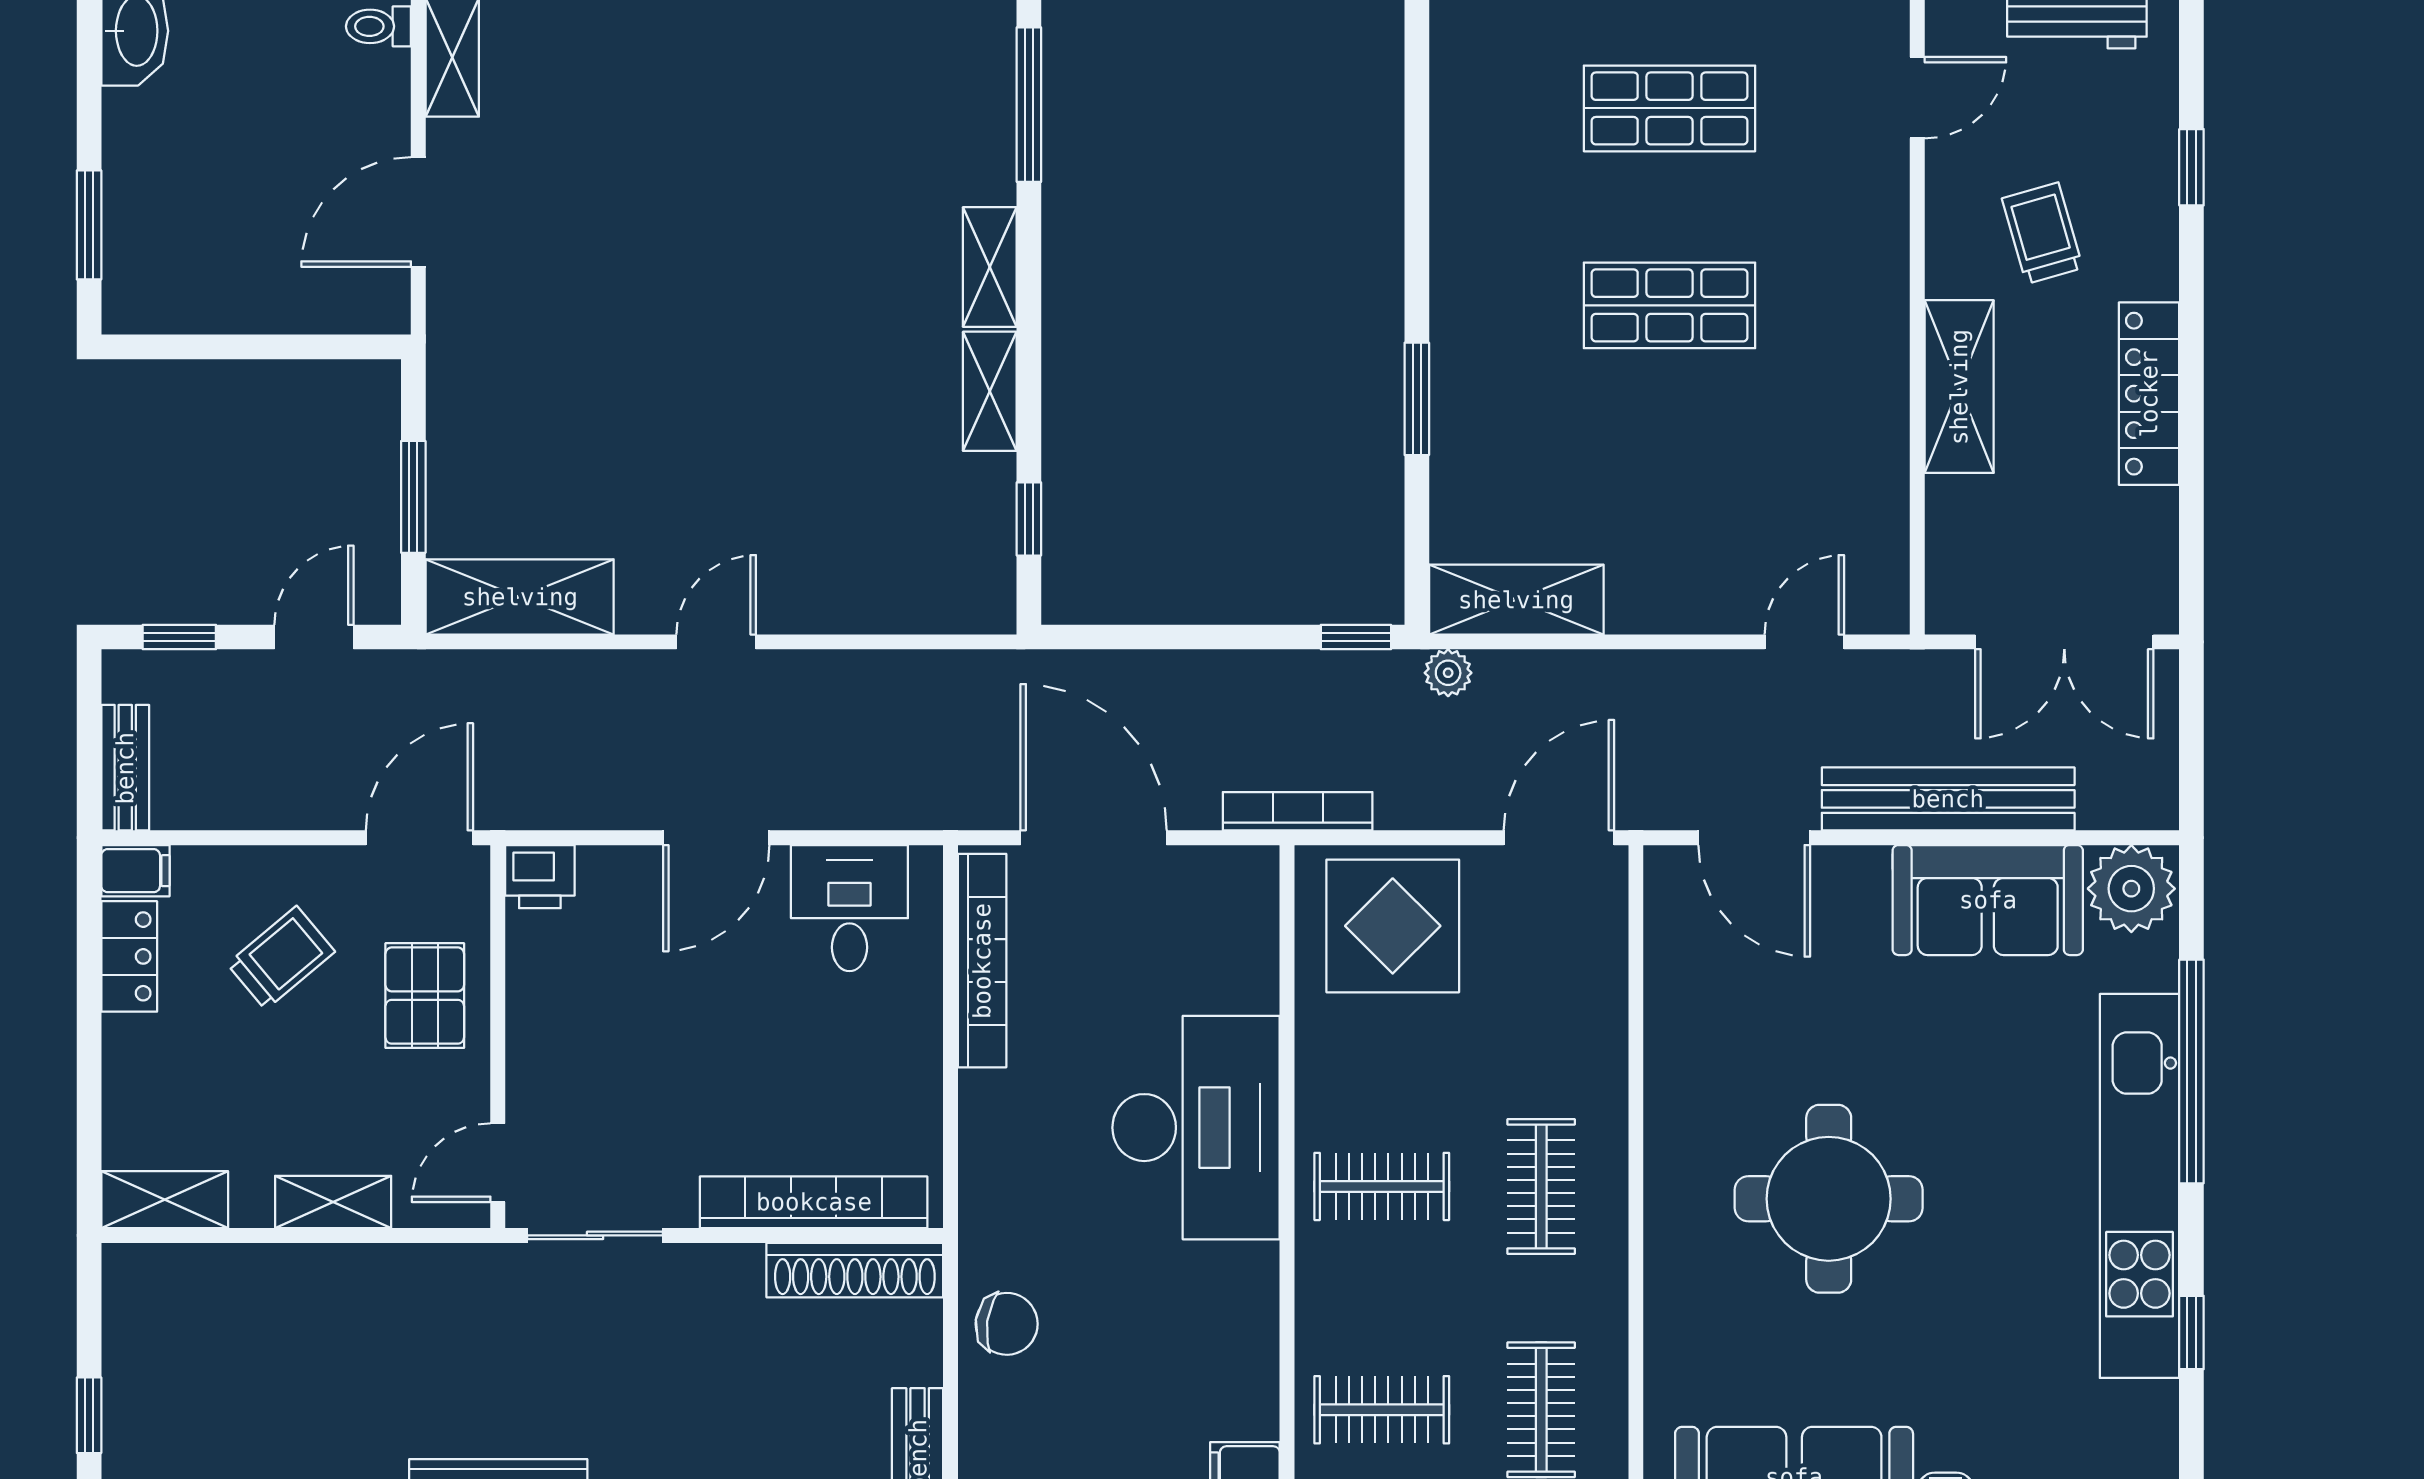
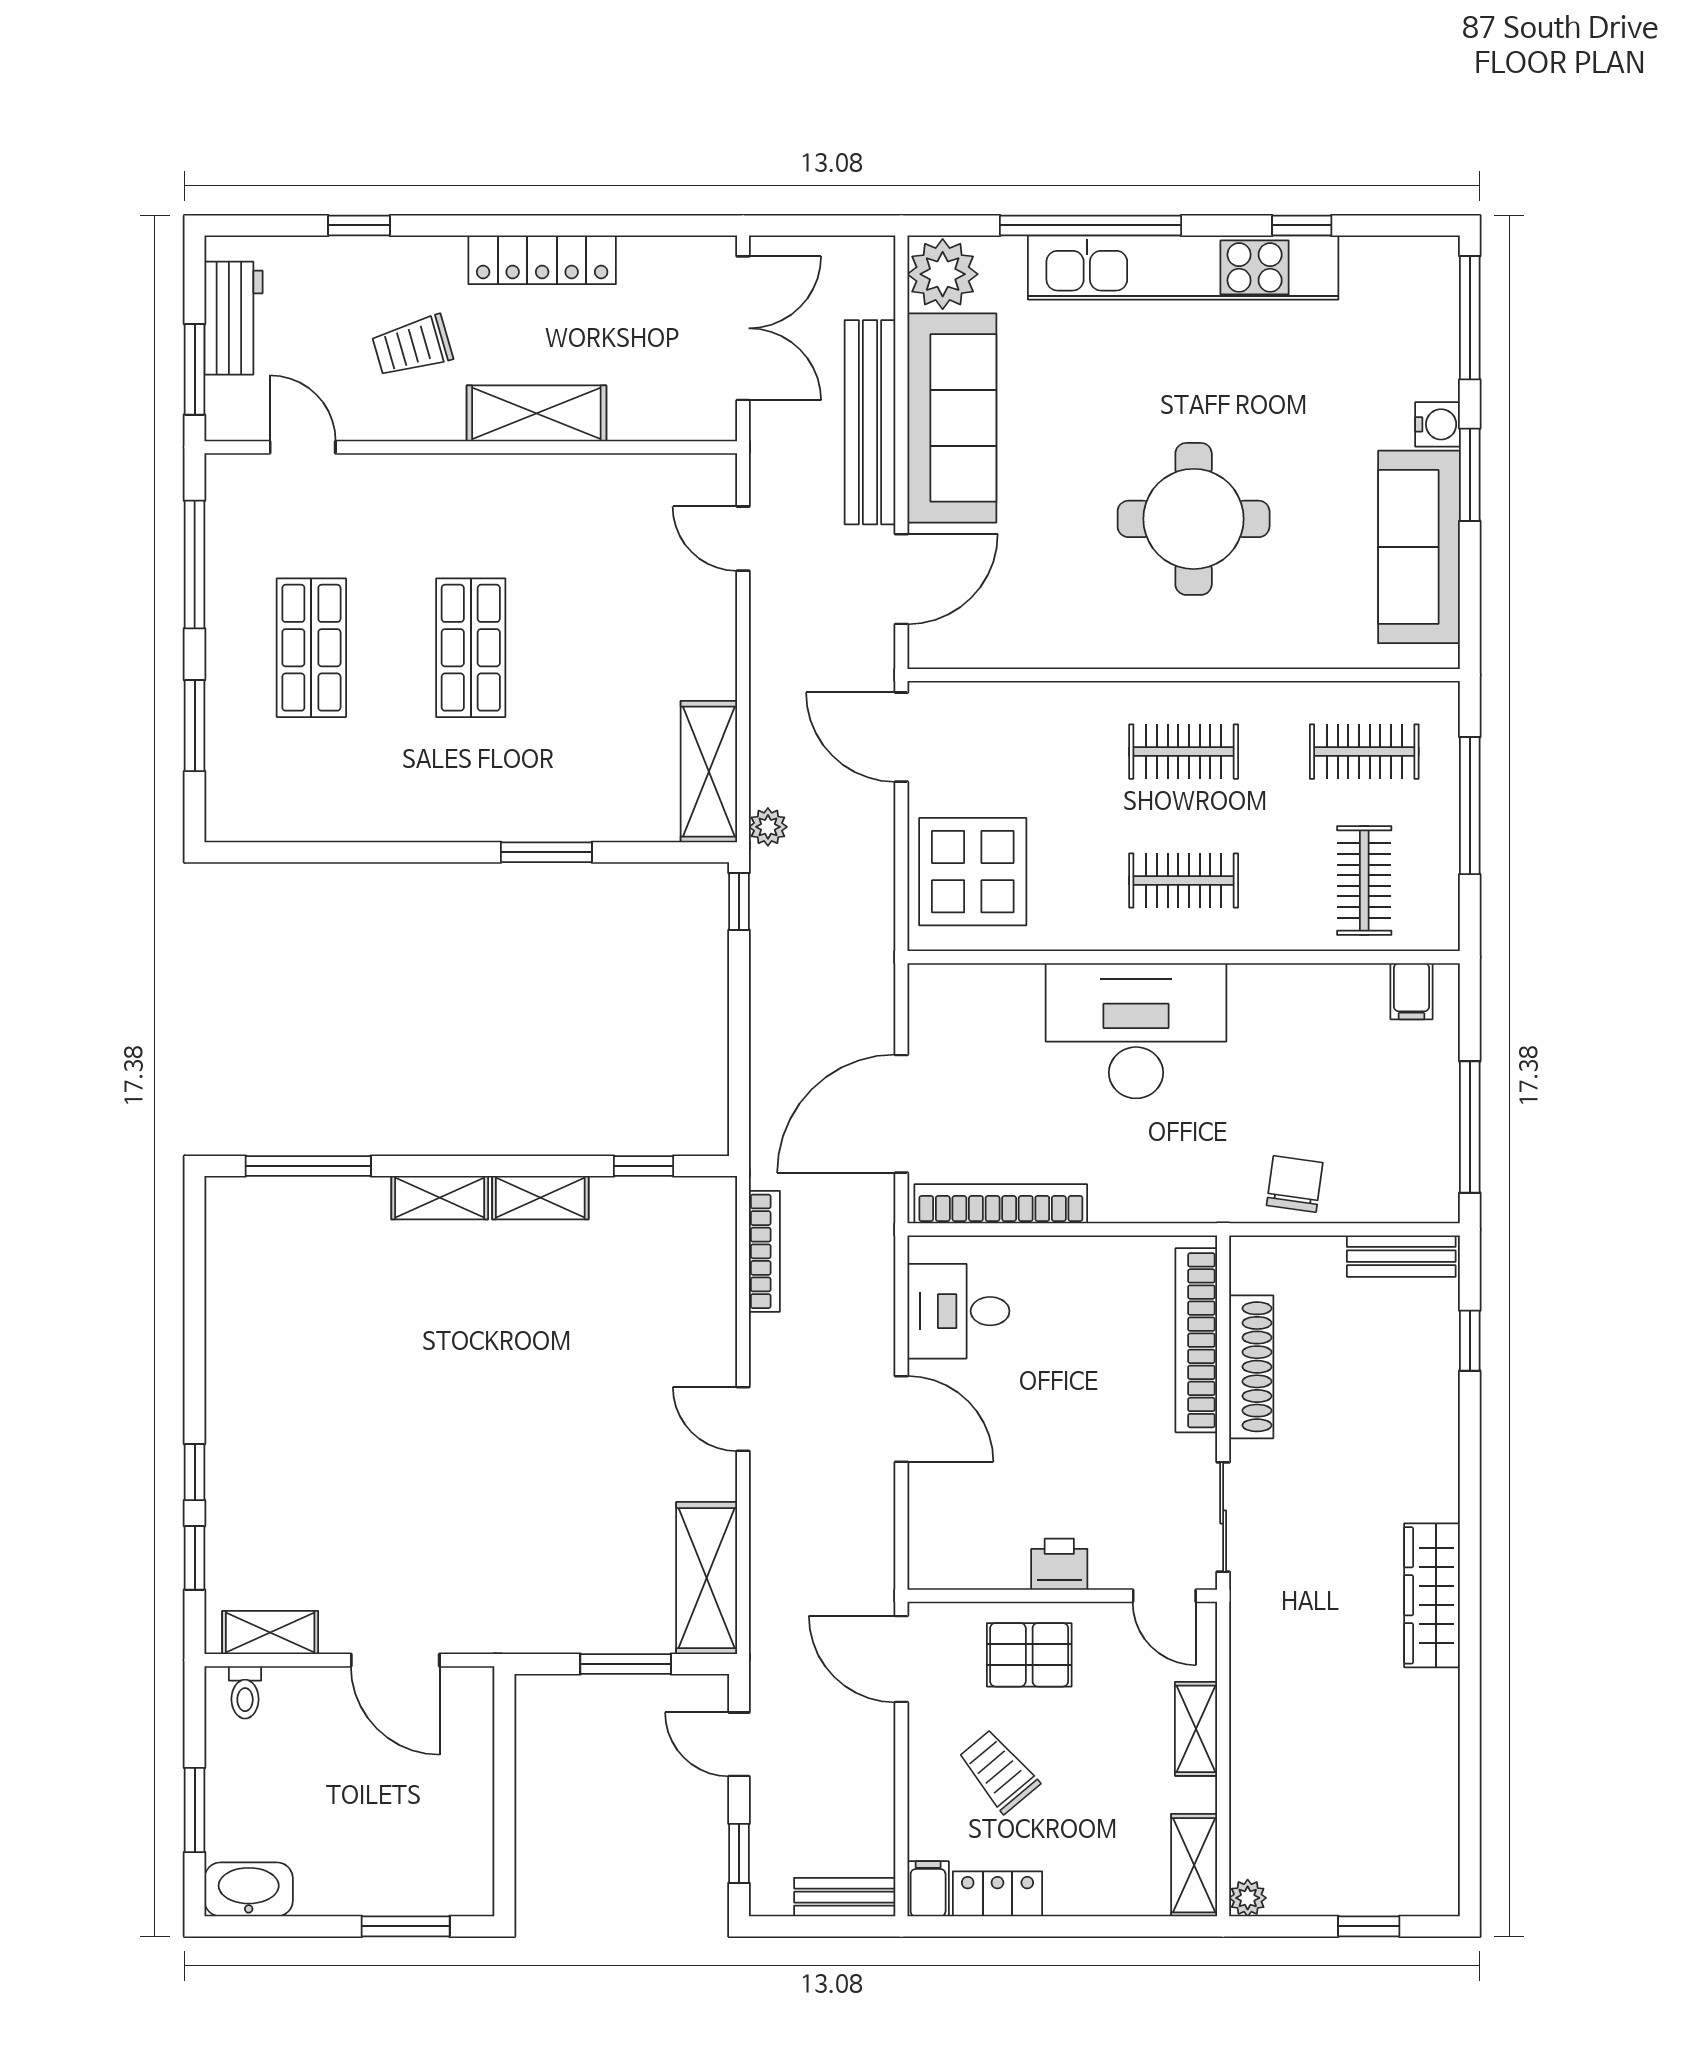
bookcase: (1298, 811) -> (764, 1251), moved, turned 180
printer: (540, 877) -> (1059, 1564), moved, turned -90
sofa: (1988, 900) -> (952, 418), width x1.36
clothes rail: (1382, 1186) -> (1184, 880), turned 90
plant: (124, 1266) -> (1248, 1898), added
shoe rack: (855, 1270) -> (1251, 1367), moved

